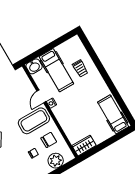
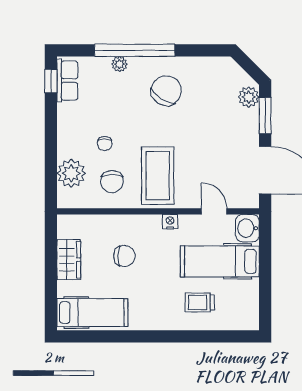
door: (41, 96) -> (214, 211), moved
chair: (79, 115) -> (124, 256), added
wardrobe: (84, 146) -> (69, 260), moved

